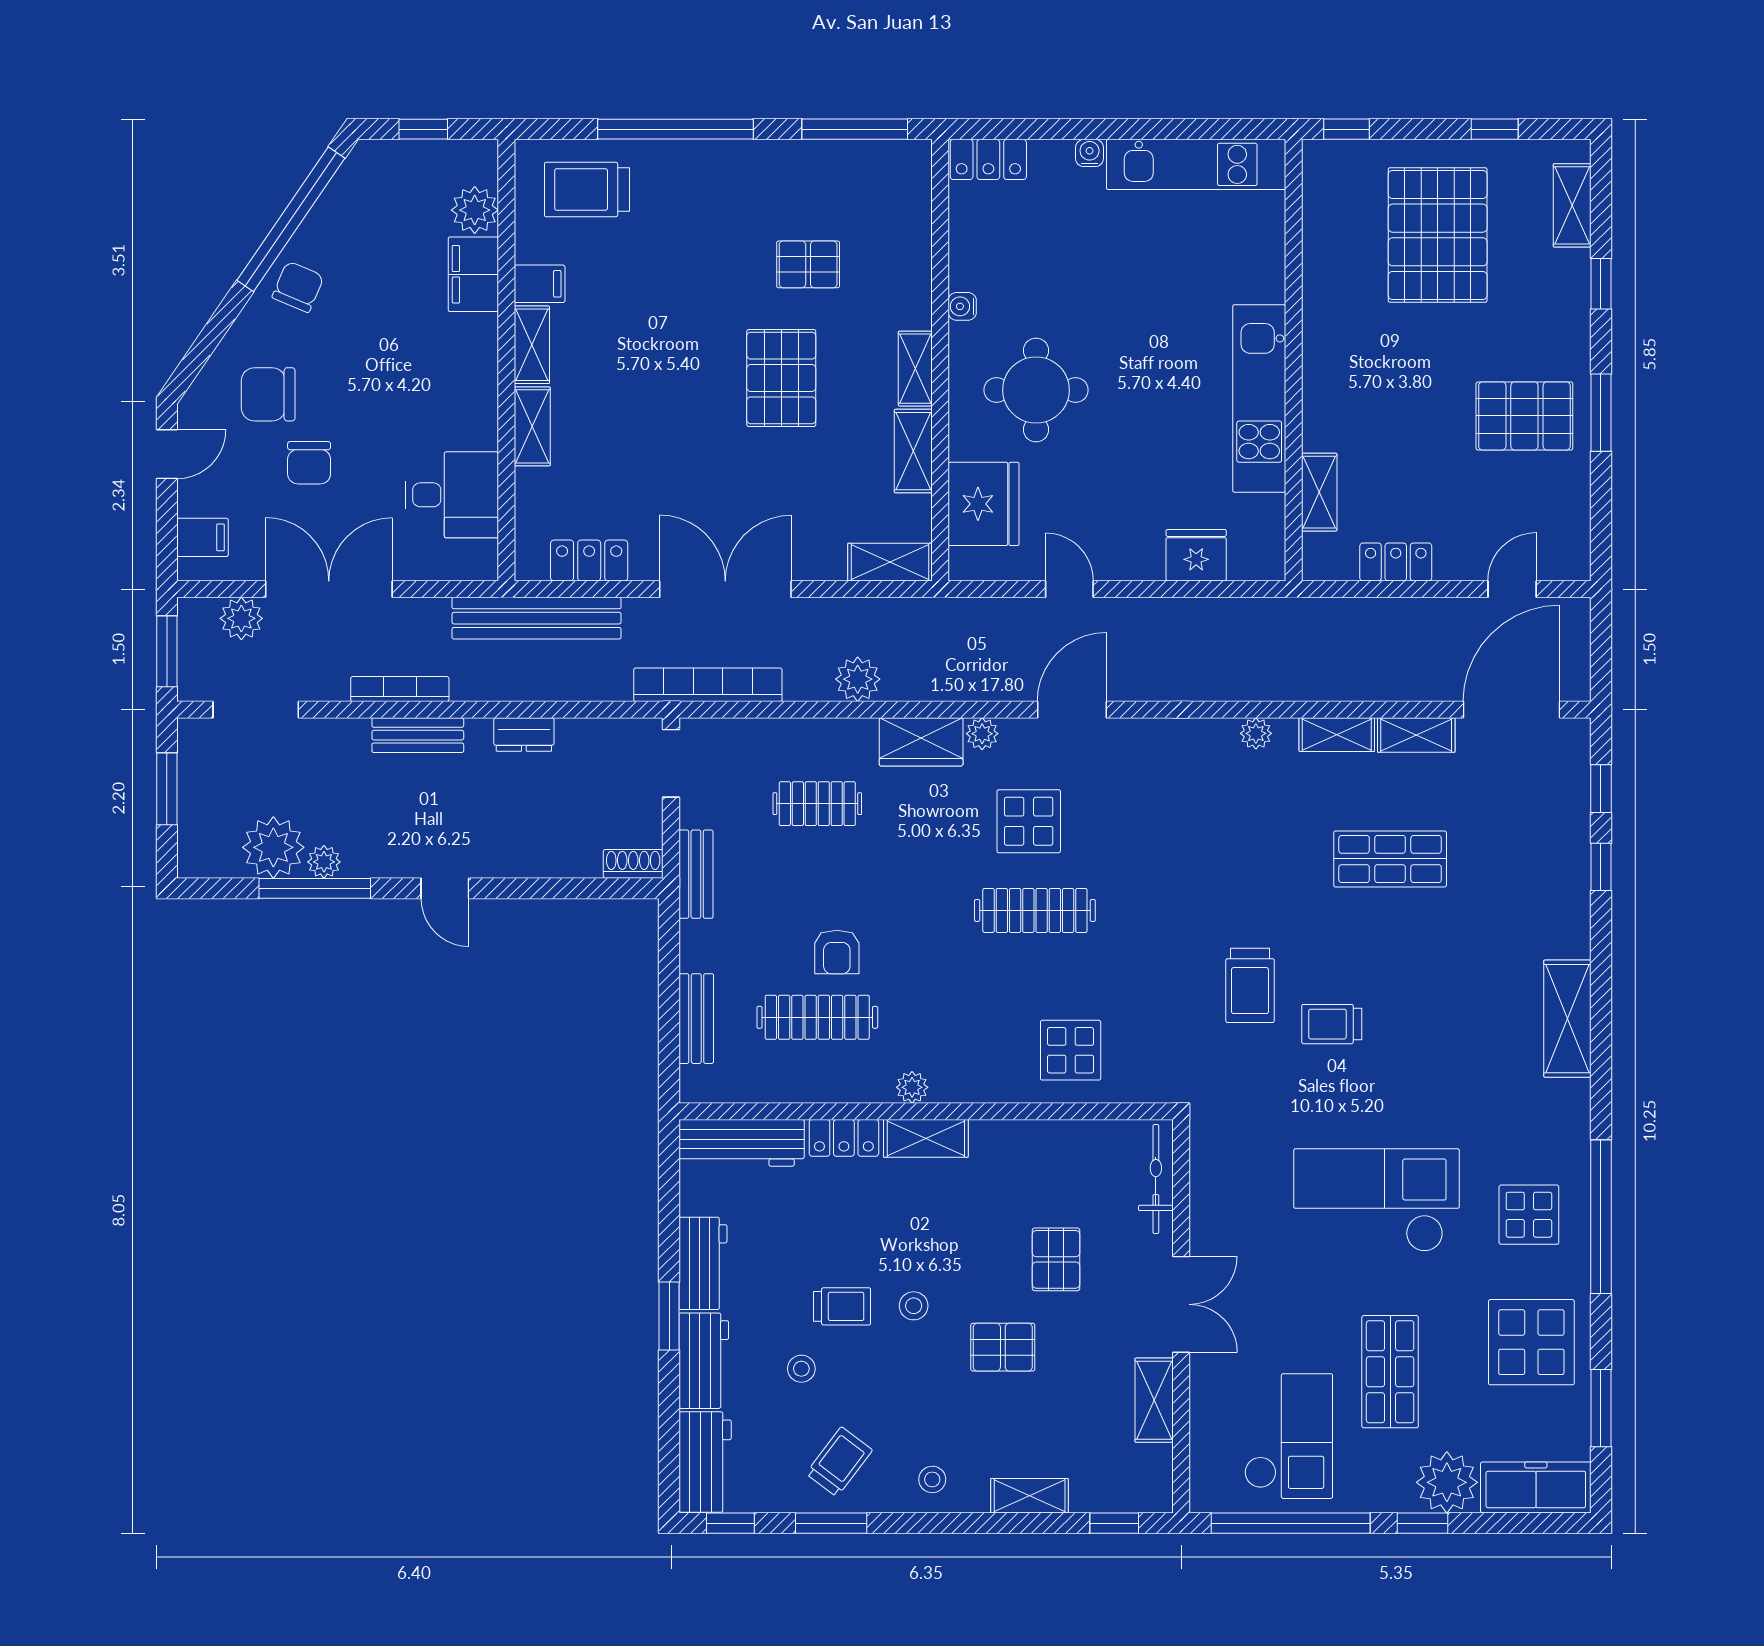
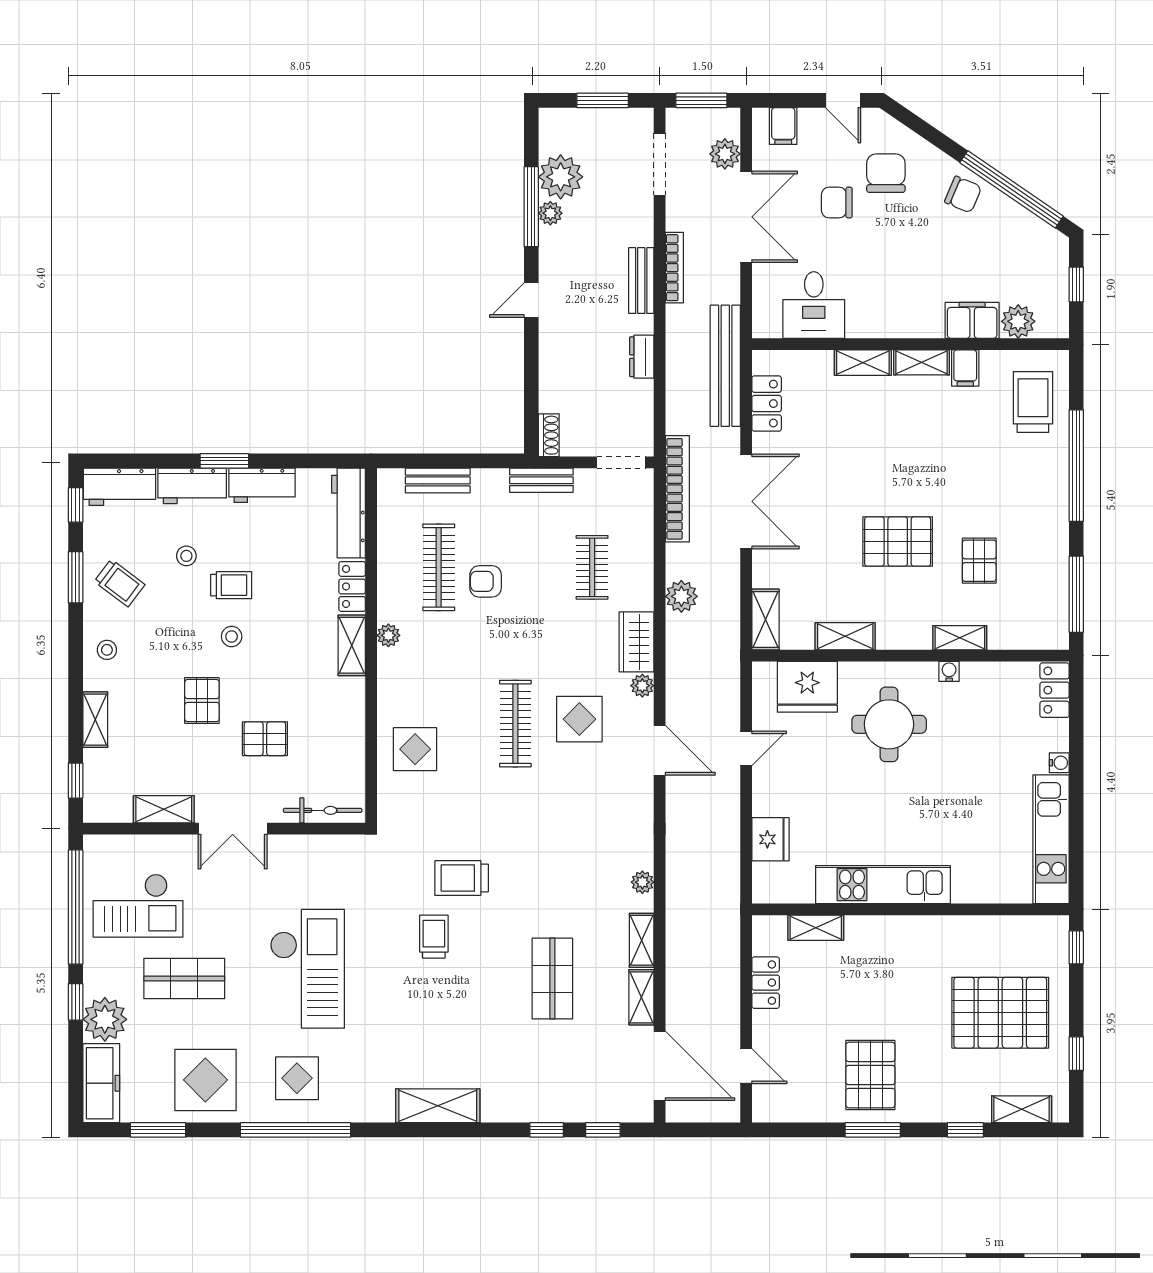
shelving: (915, 369) -> (960, 638), moved
trolley: (842, 1306) -> (231, 585), turned -90

